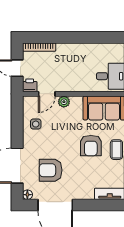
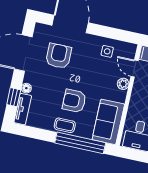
floor lamp: (27, 195) -> (26, 88), moved
window: (100, 205) -> (14, 97), added

